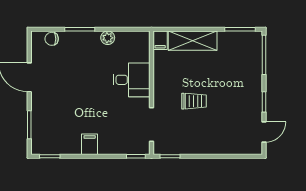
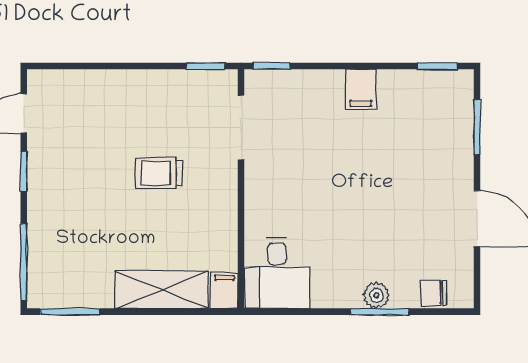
plant: (108, 38) -> (376, 295), moved
chair: (52, 39) -> (434, 293), turned 180
desk: (132, 80) -> (277, 273), moved, turned -90

